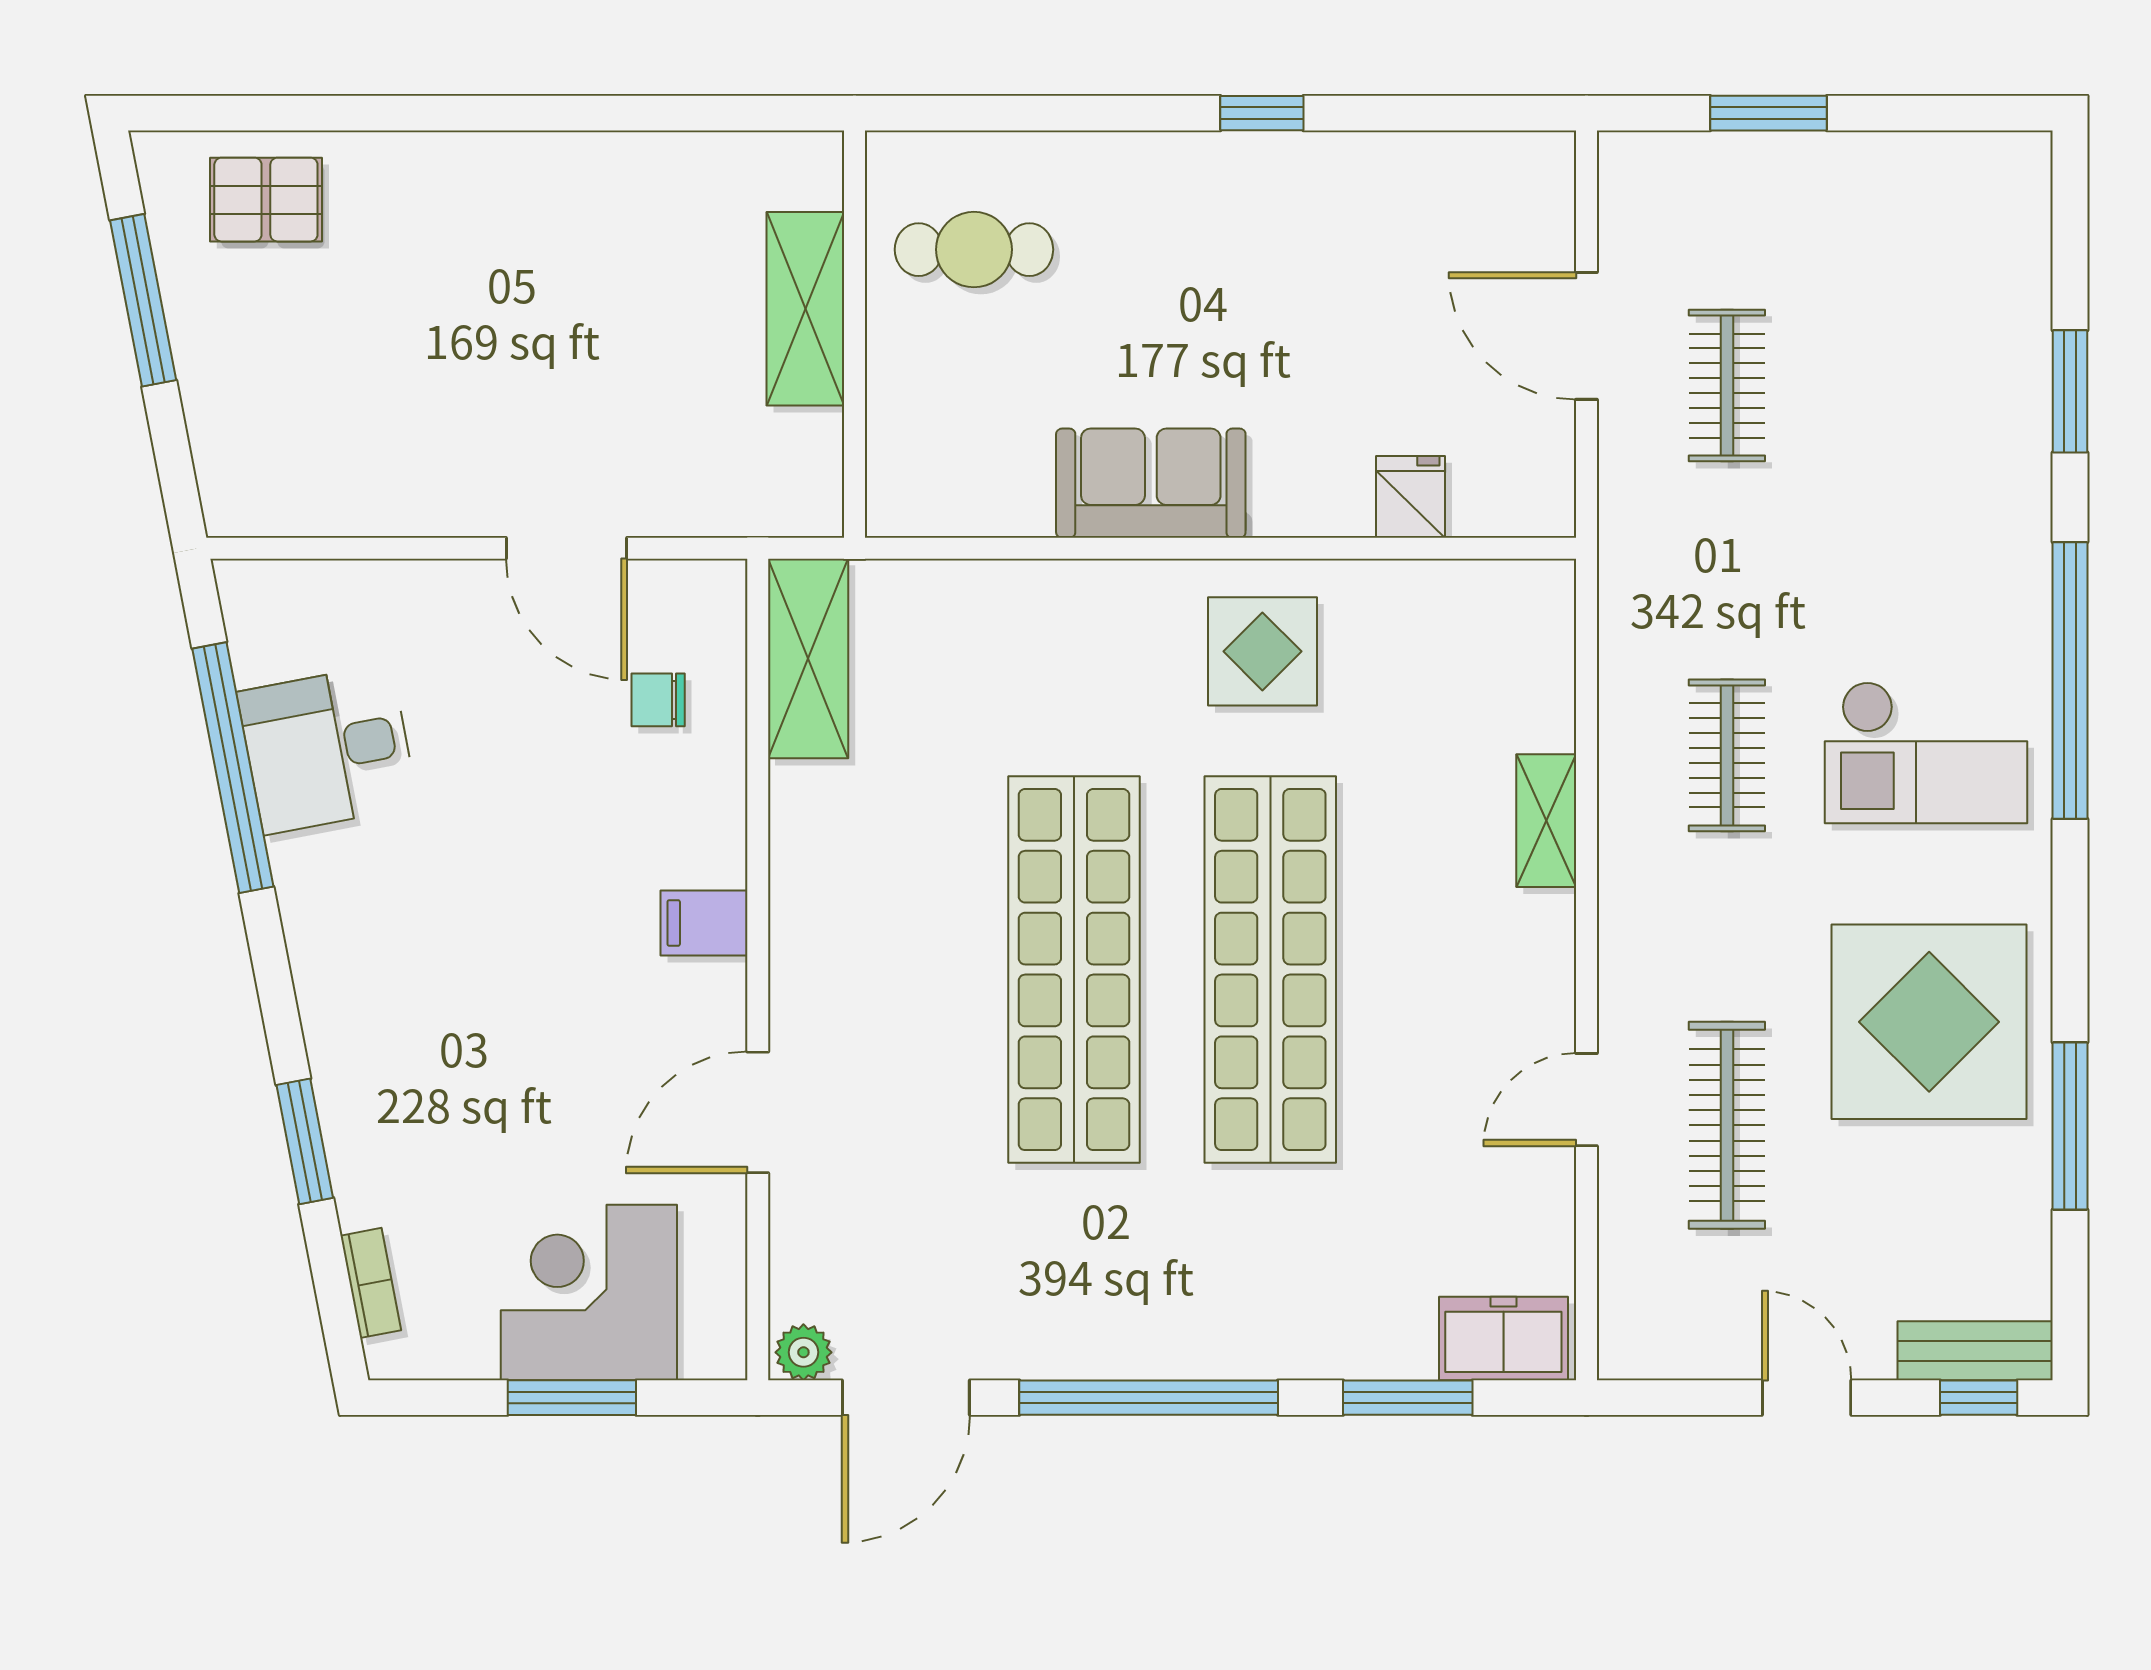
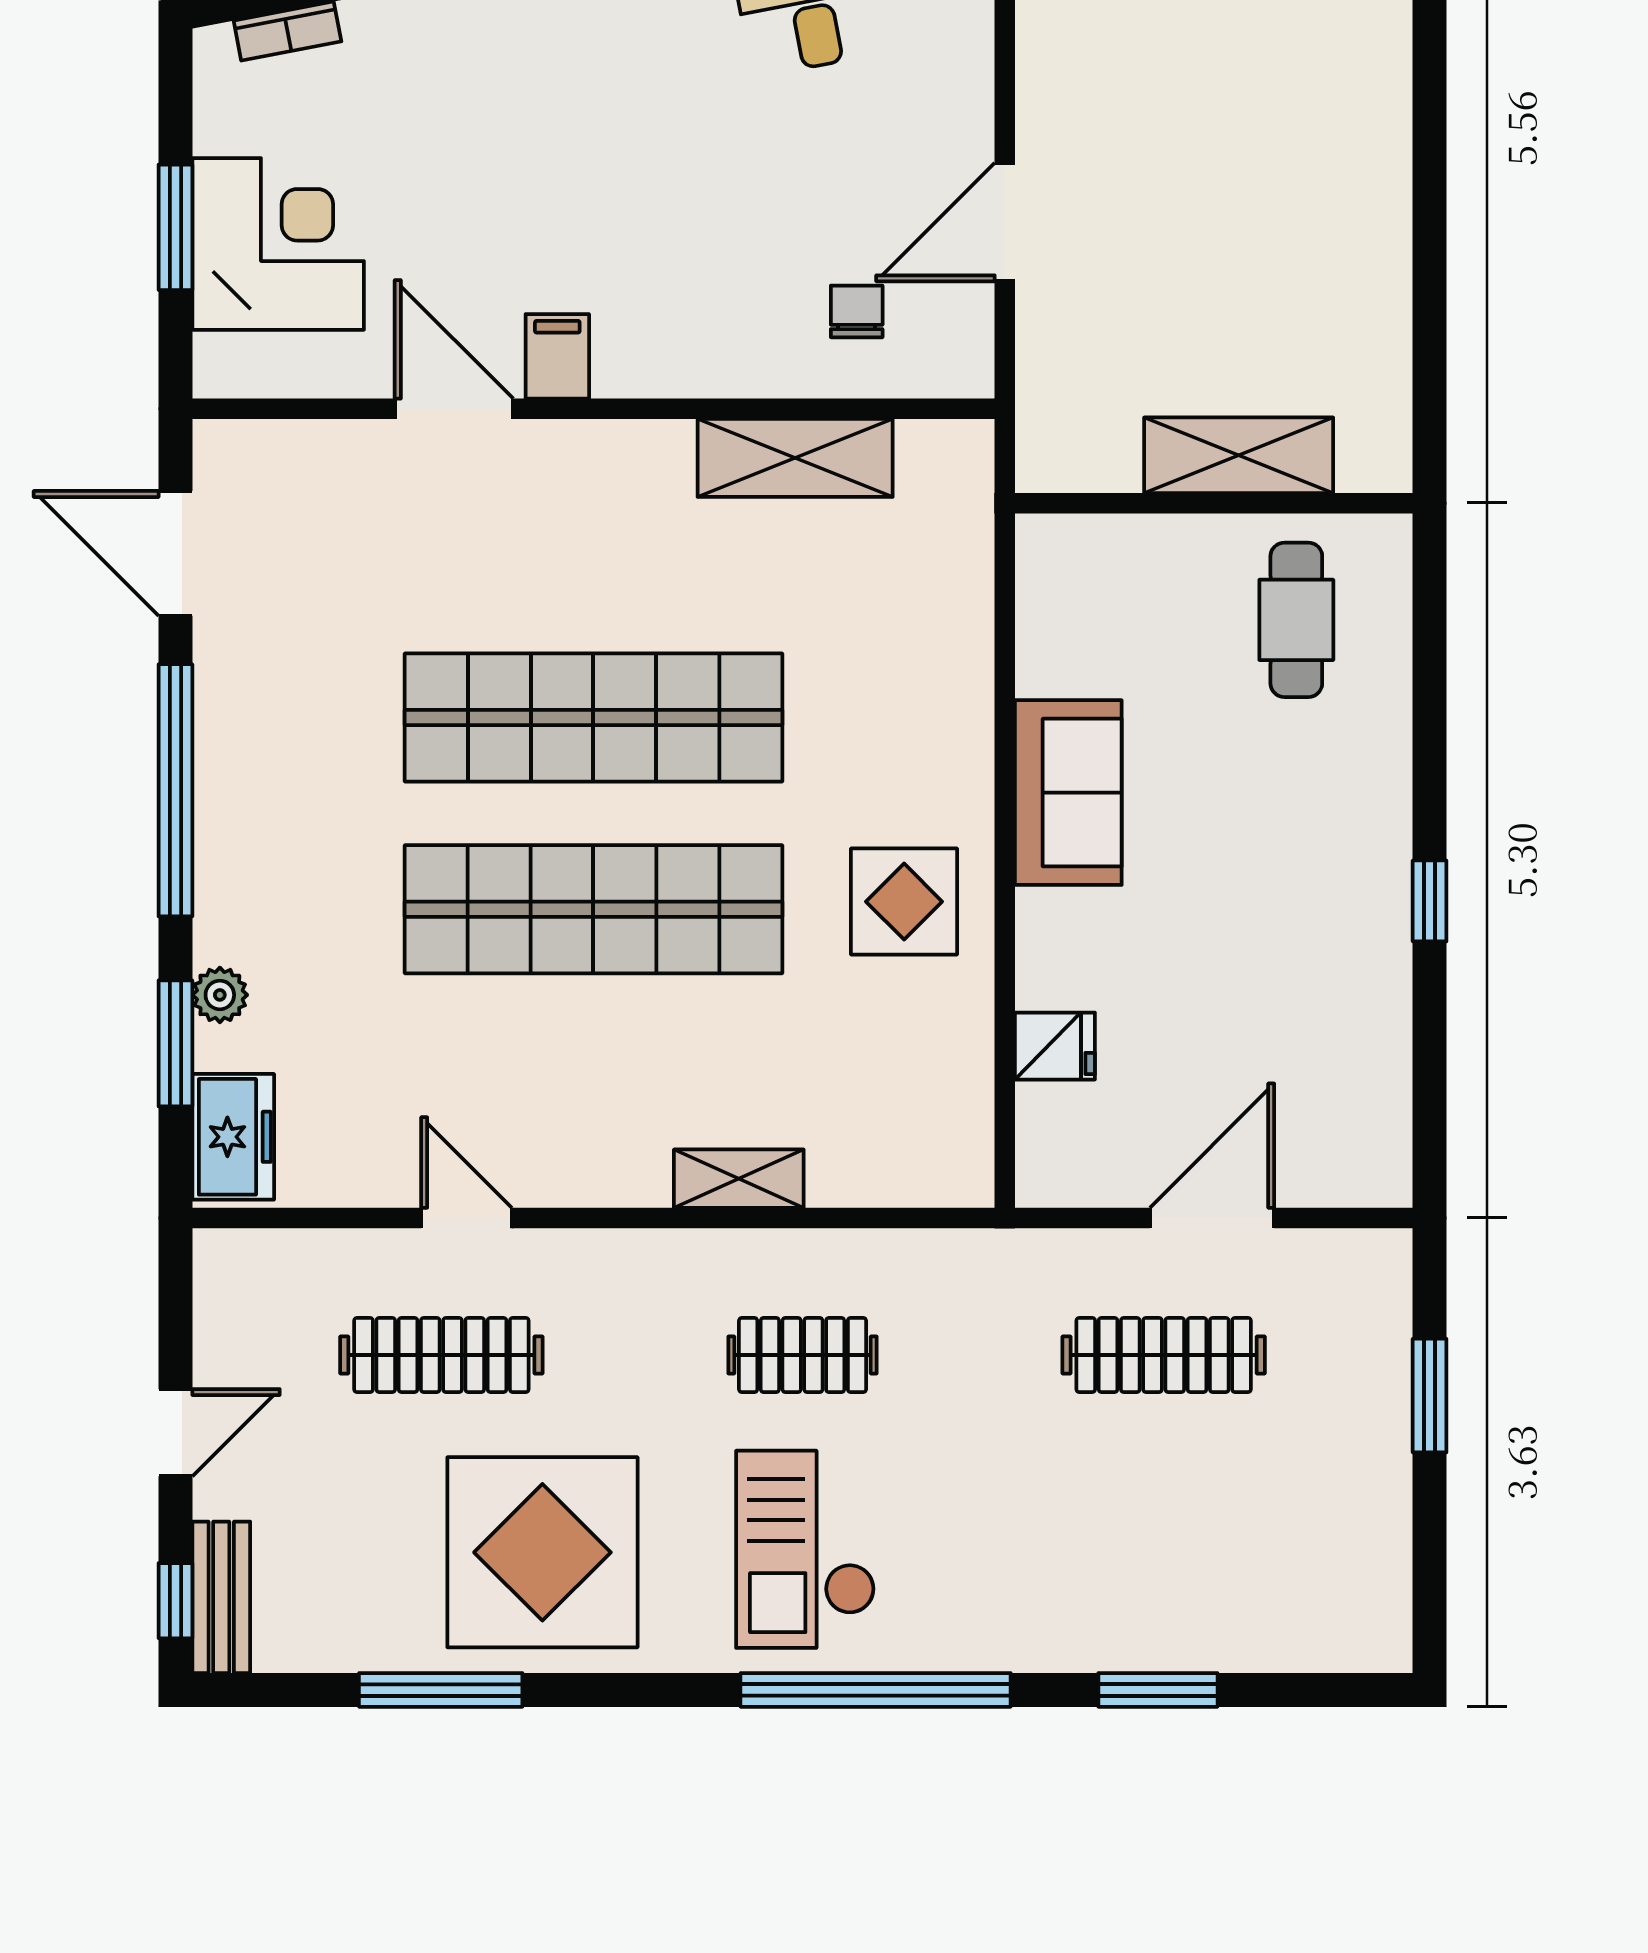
clothes rail: (1727, 386) -> (1164, 1355), width x1.36
shelving: (808, 659) -> (795, 458), moved
filing cabinet: (704, 923) -> (557, 356), moved
plant: (803, 1352) -> (220, 995), moved

